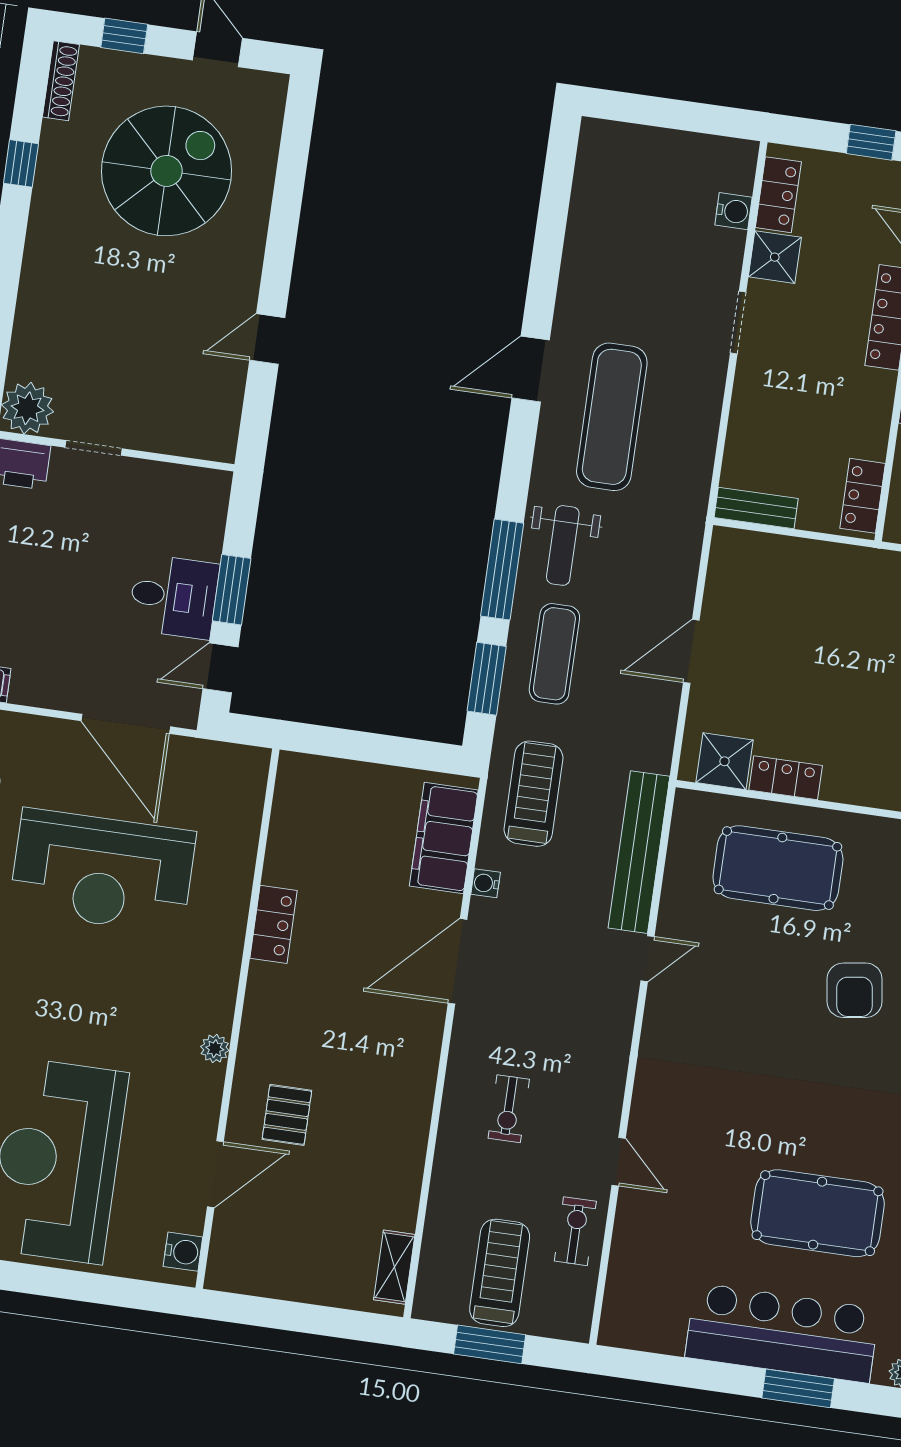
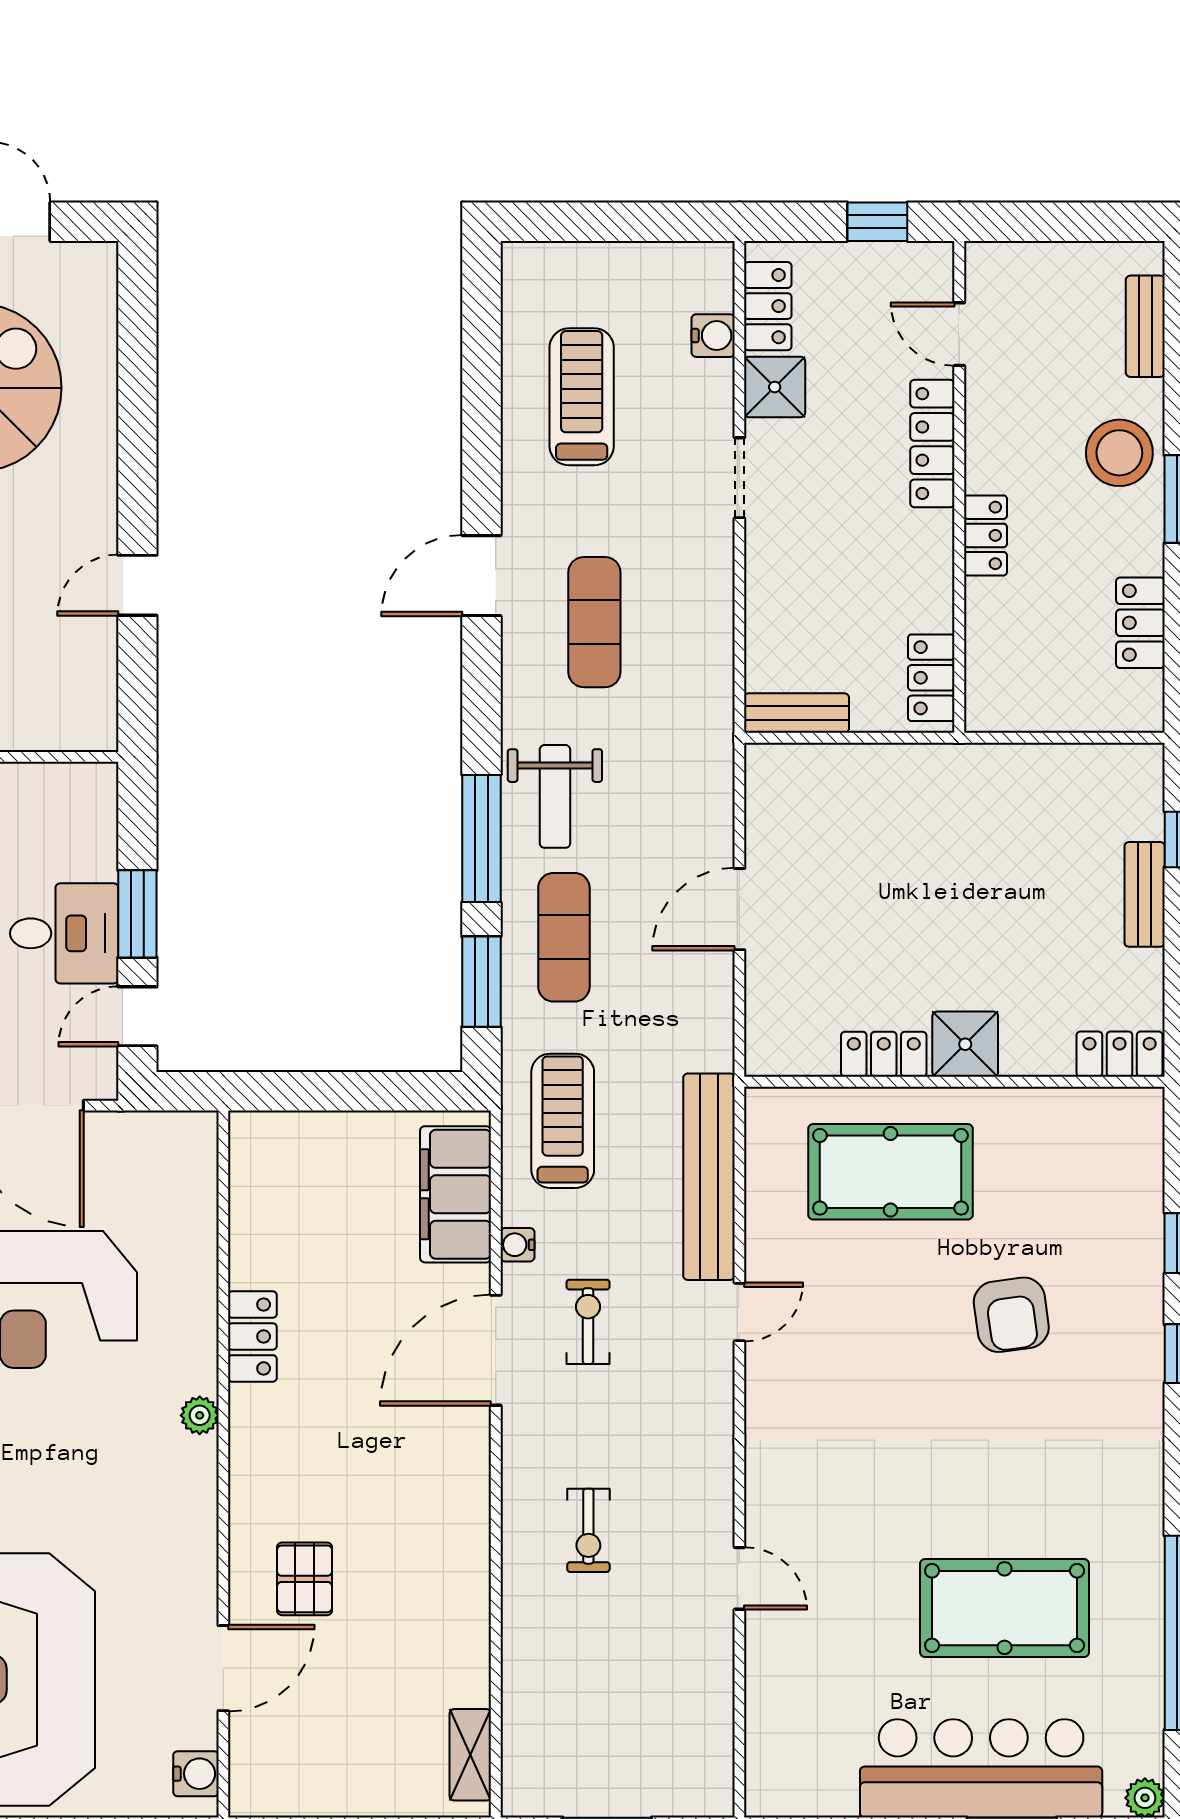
exercise mat: (612, 417) -> (594, 622), width x0.73, depth x0.69
shower: (724, 761) -> (965, 1044), moved
plant: (215, 1049) -> (200, 1415), moved
exercise bike: (575, 1231) -> (588, 1322), moved
treadmill: (500, 1273) -> (582, 397), moved

